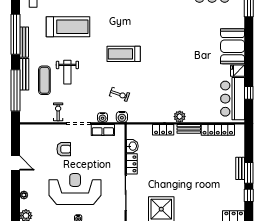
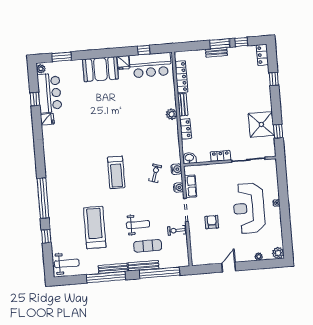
washbasin: (132, 146) -> (189, 158), moved

